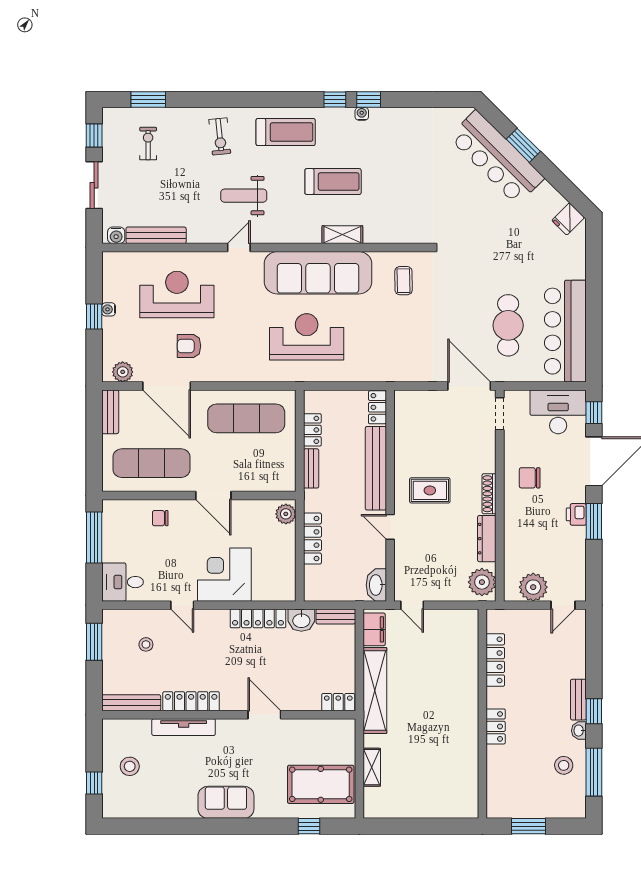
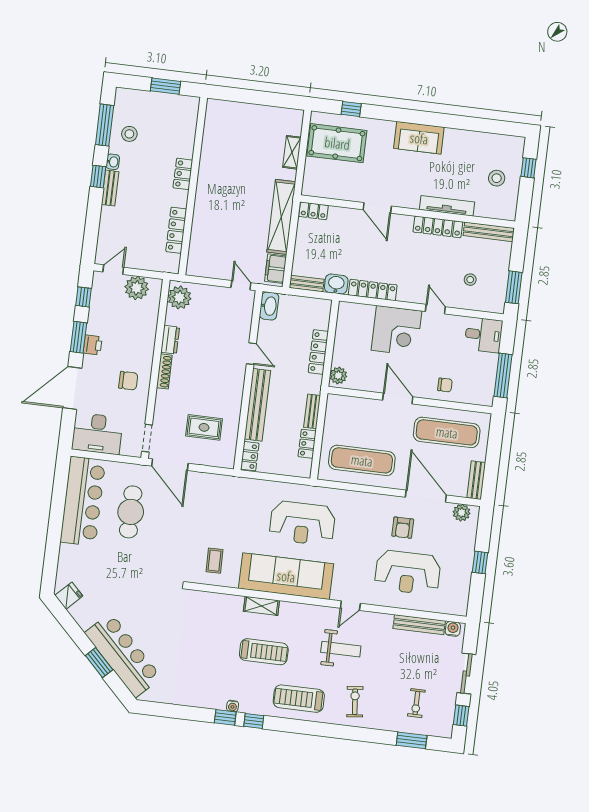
treadmill: (333, 182) -> (264, 652), turned 180
water cooler: (109, 309) -> (467, 567), removed
armchair: (189, 346) -> (403, 528), turned 90
window: (594, 413) -> (83, 297), moved
rug: (430, 490) -> (204, 427), moved
dresser: (487, 539) -> (170, 340), width x0.70

